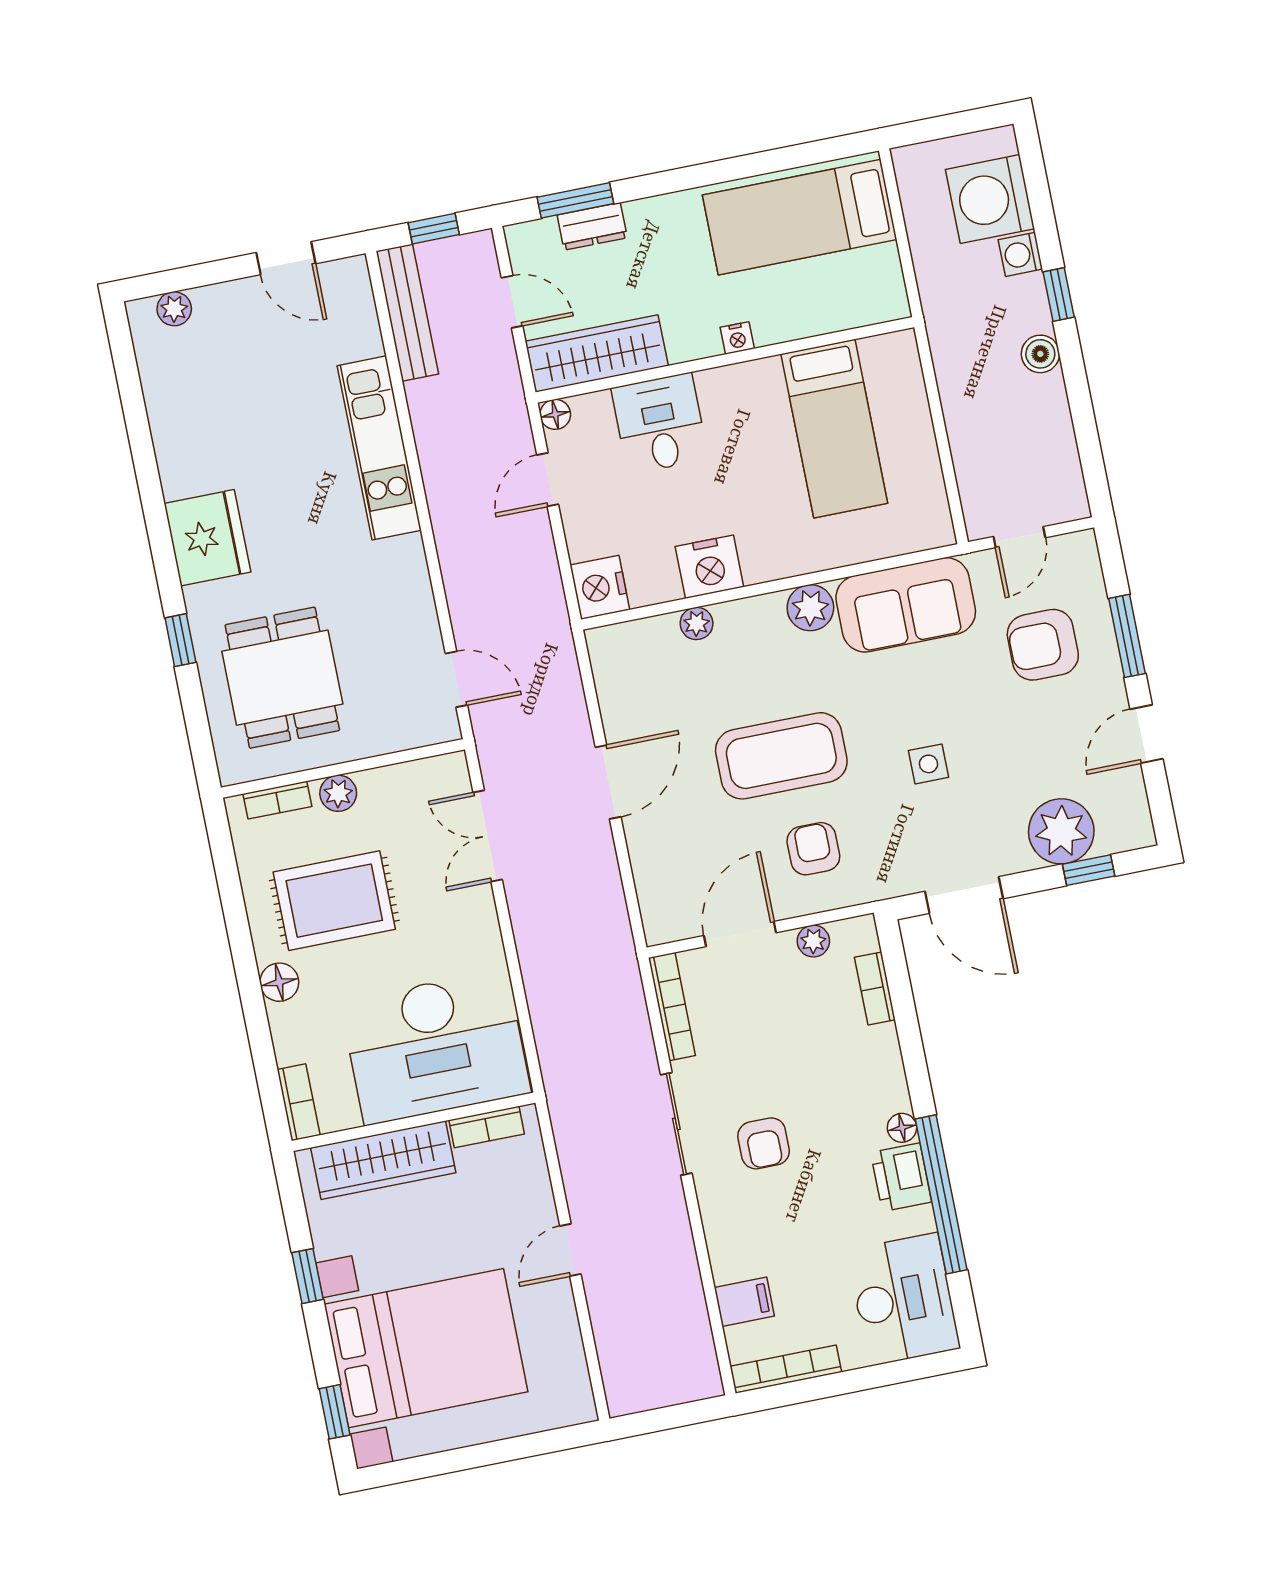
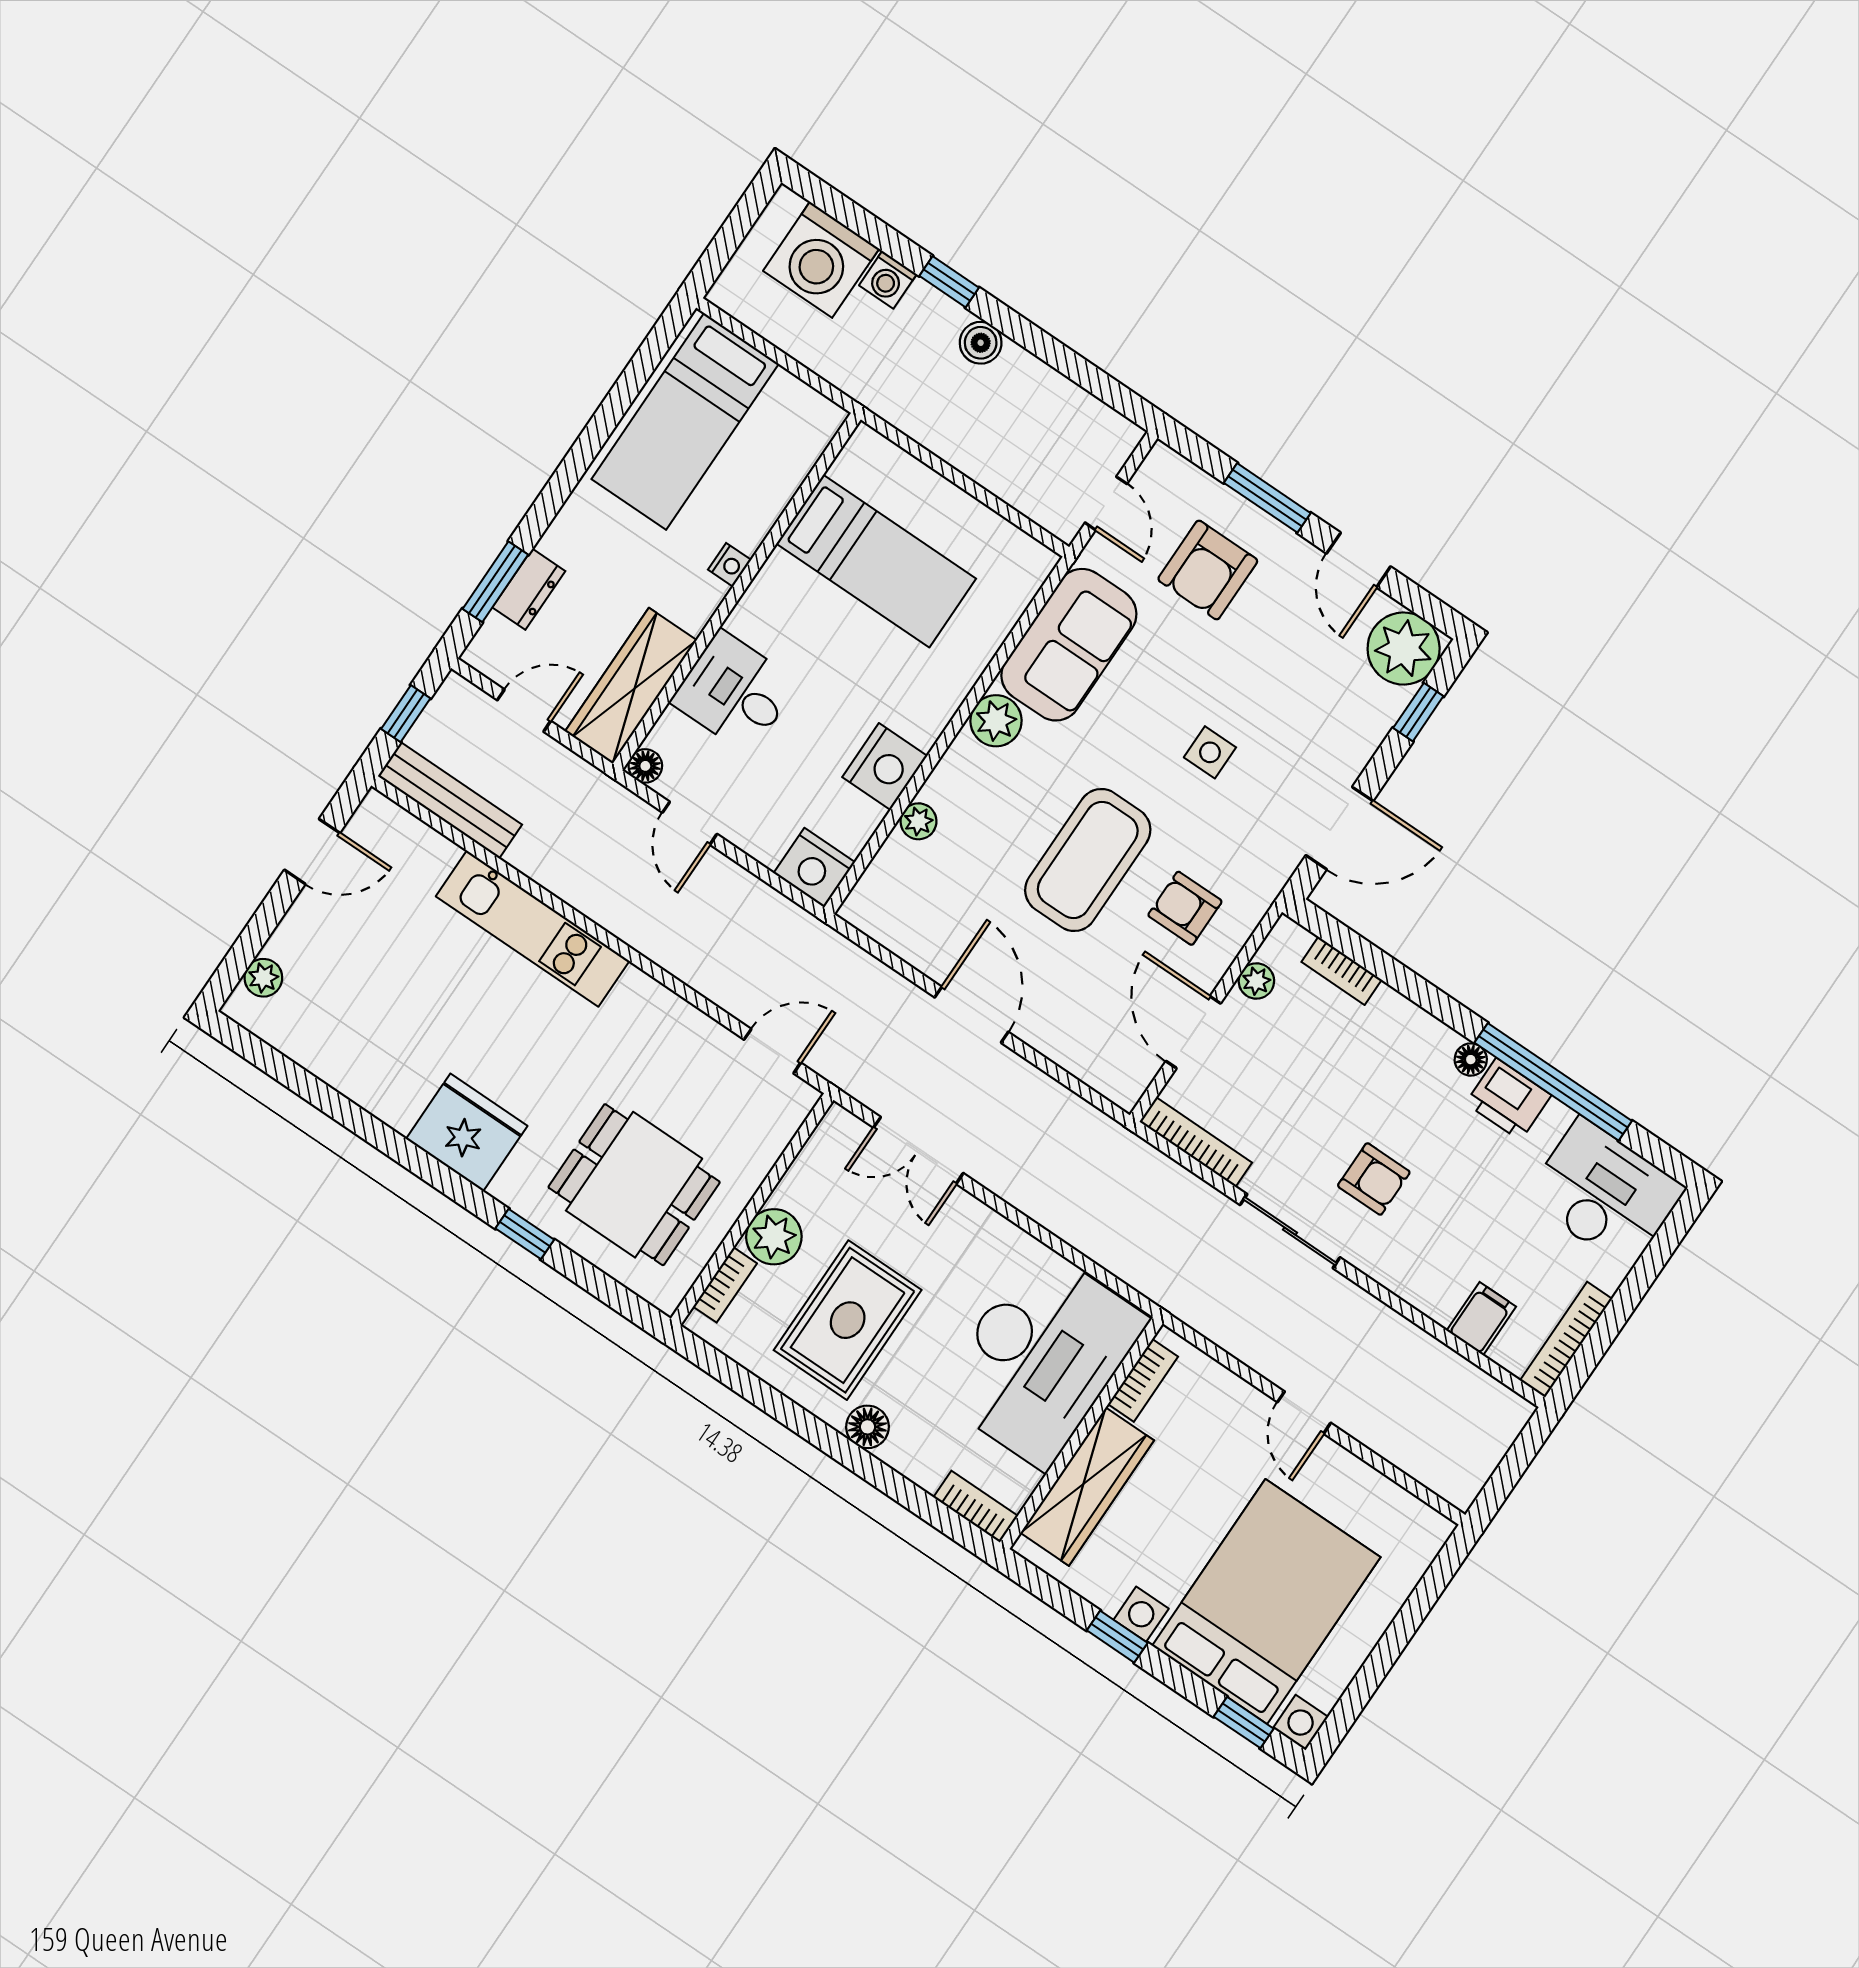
plant: (338, 793) -> (774, 1237), width x1.38, depth x1.38
plant: (1061, 831) -> (1404, 649), moved

